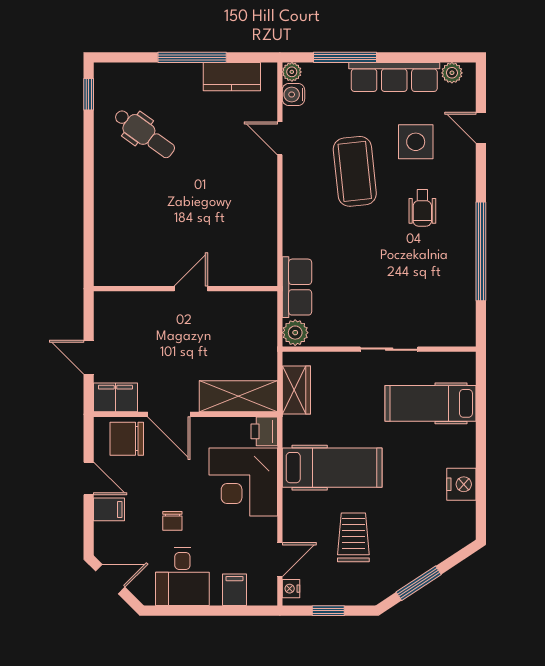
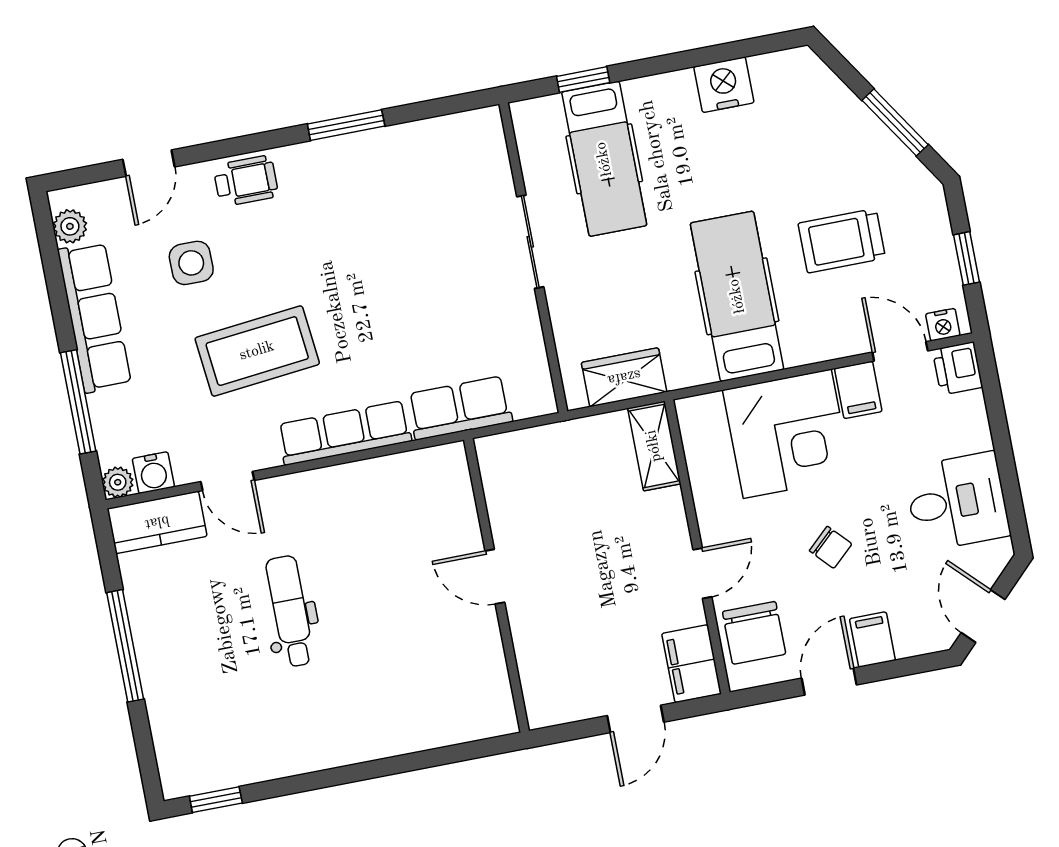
kitchen counter: (232, 77) -> (157, 522), moved, turned 90
dental chair: (144, 133) -> (290, 611), moved, turned -36
door: (280, 138) -> (228, 481), hinge flipped
side table: (416, 142) -> (191, 263), width x0.73, depth x0.73
wheelchair: (422, 208) -> (246, 181), moved
row of seats: (295, 215) -> (344, 433), added
window: (481, 251) -> (346, 125), width x0.47
plant: (295, 333) -> (533, 397), removed
shelving: (238, 396) -> (654, 446), width x0.67, depth x0.75
window: (481, 400) -> (583, 79), added
door: (169, 414) -> (702, 573), width x0.73
printer: (264, 431) -> (958, 368), moved, turned 90
chair: (172, 521) -> (831, 547), moved, turned 47
filing cabinet: (234, 590) -> (858, 390), moved, turned -90

